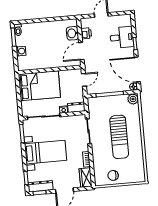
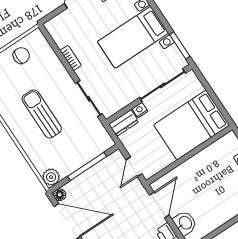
sun lounger: (119, 137) -> (42, 114), width x0.73, depth x0.75
wardrobe: (86, 177) -> (58, 32), removed

